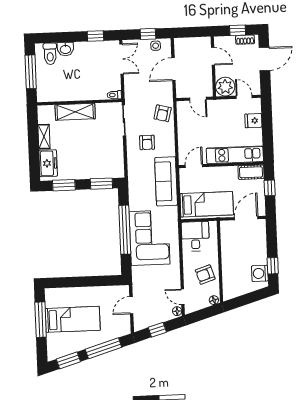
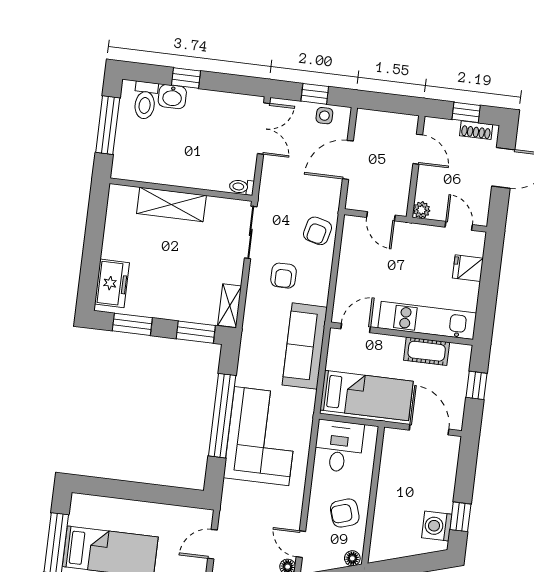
window: (95, 36) -> (186, 78), moved
plant: (225, 87) -> (422, 210), width x0.53, depth x0.53
shelving: (44, 137) -> (230, 306), moved
cot: (251, 172) -> (427, 351), moved
door: (246, 218) -> (429, 430), hinge flipped

